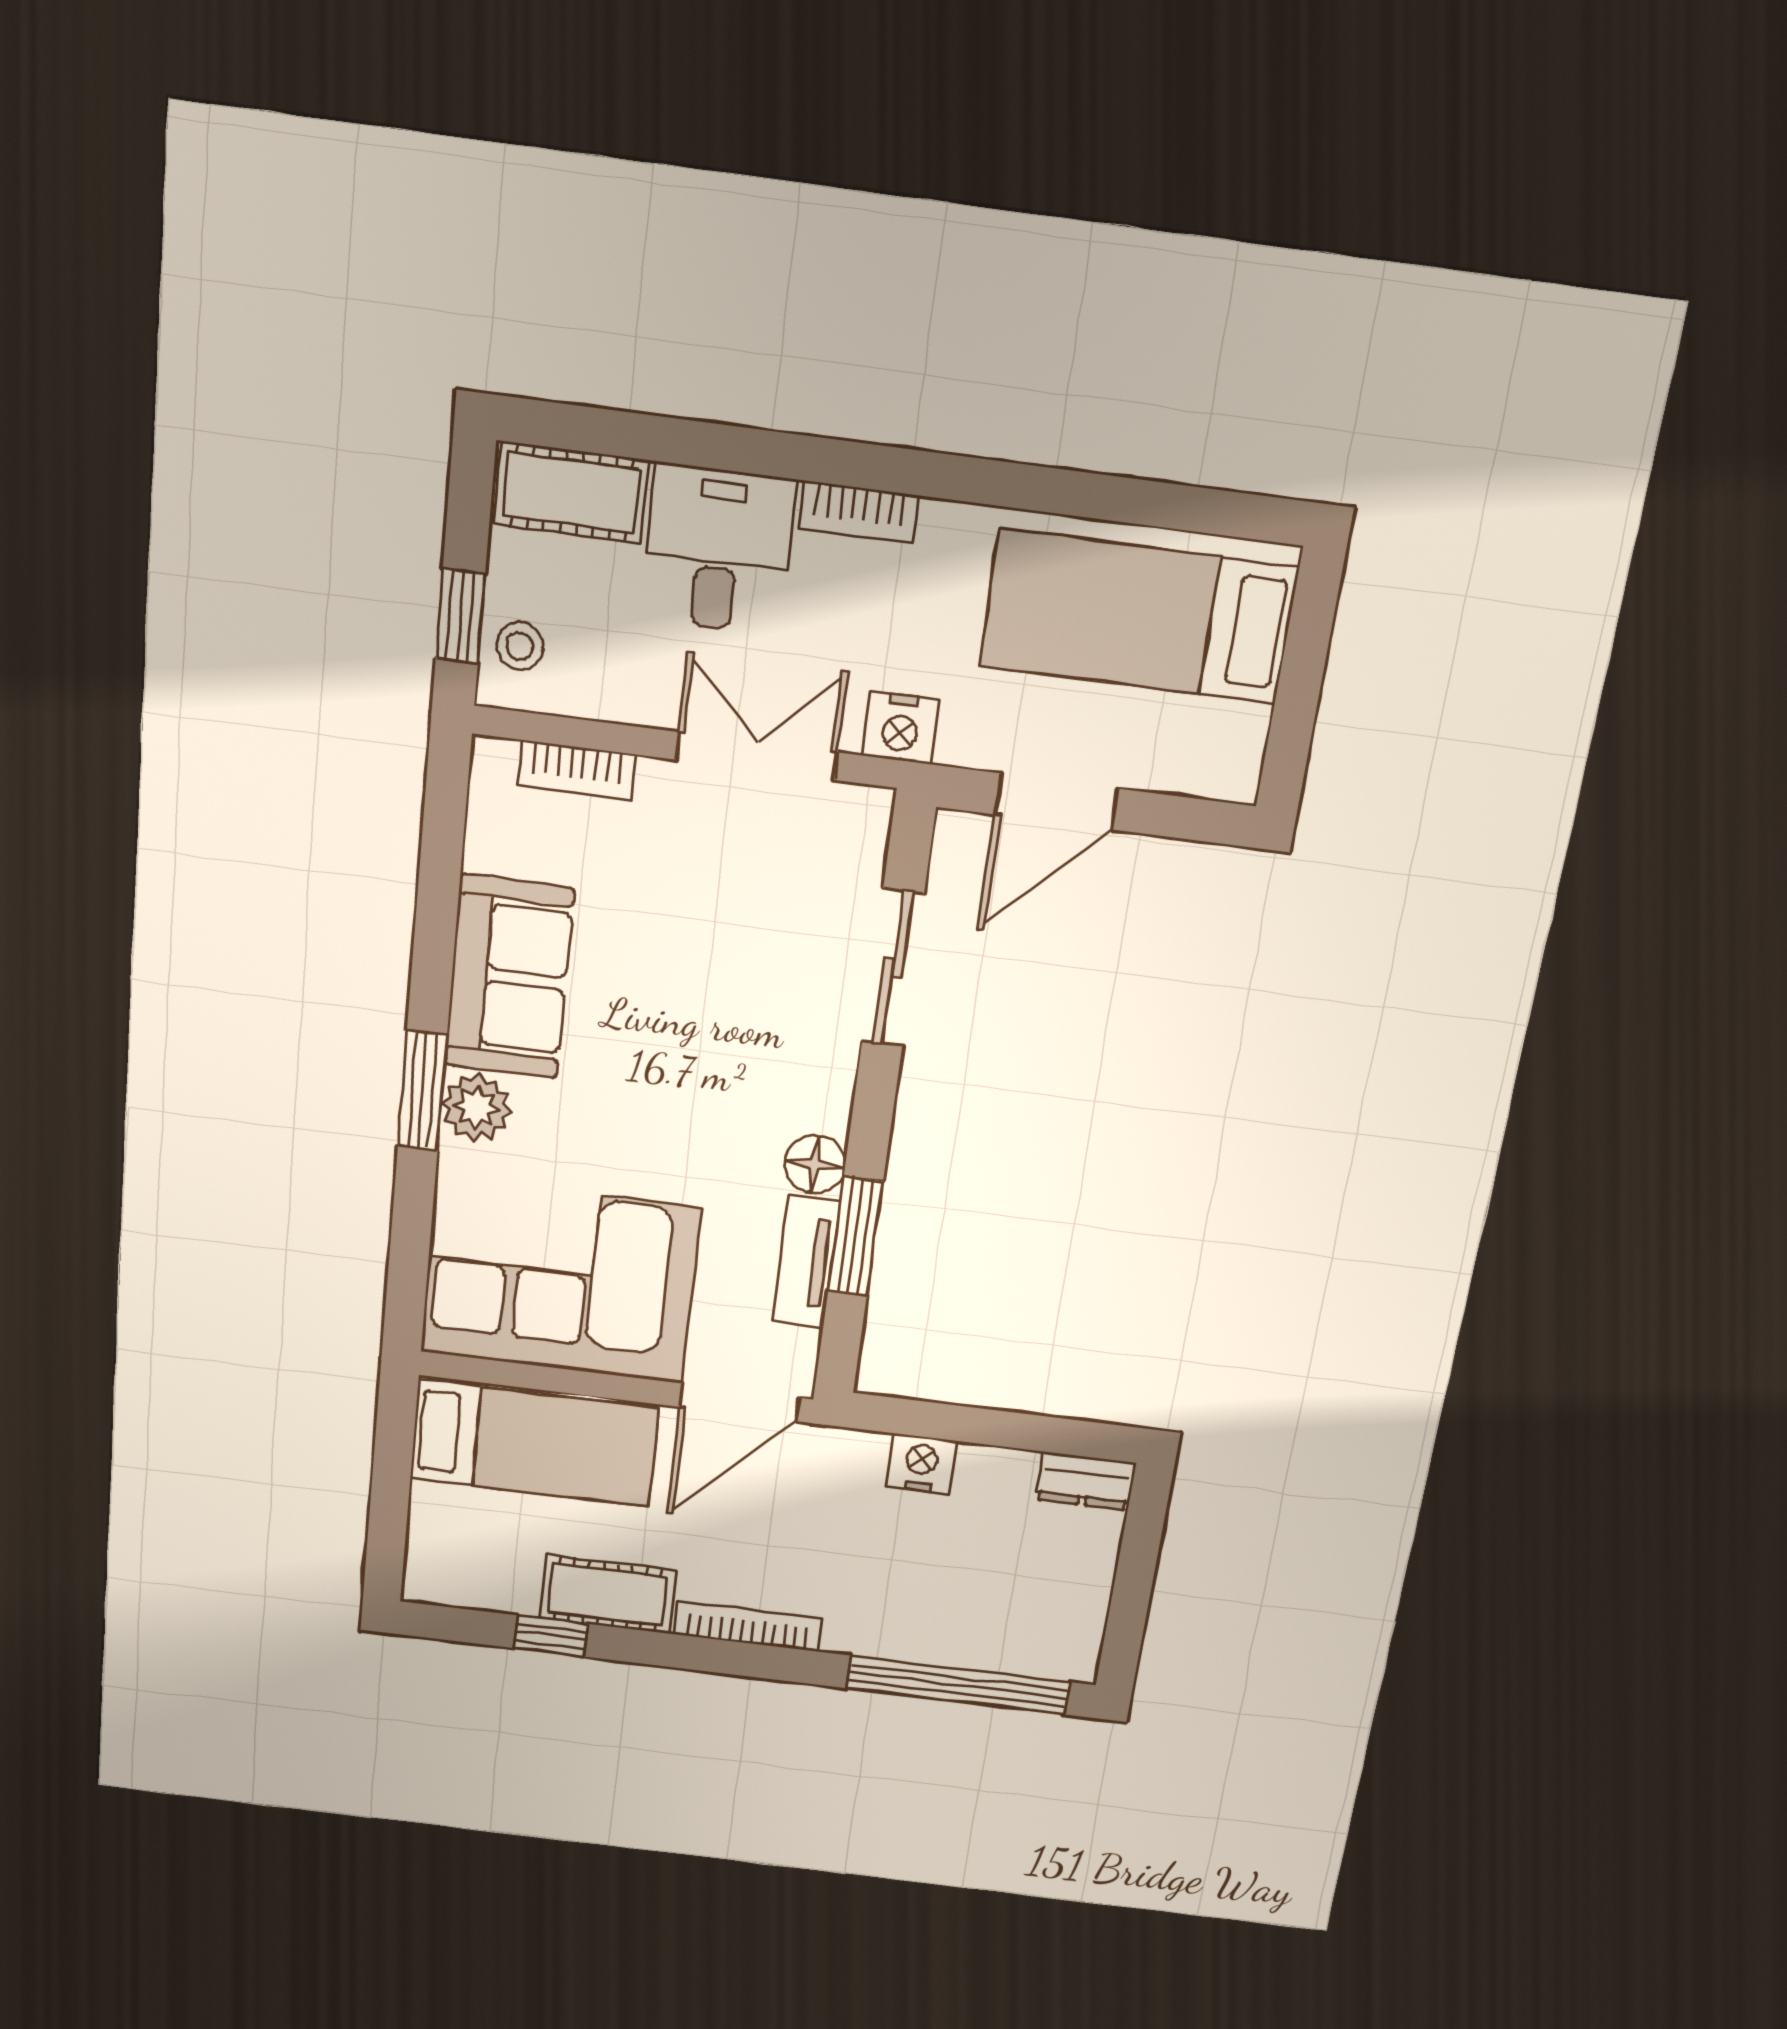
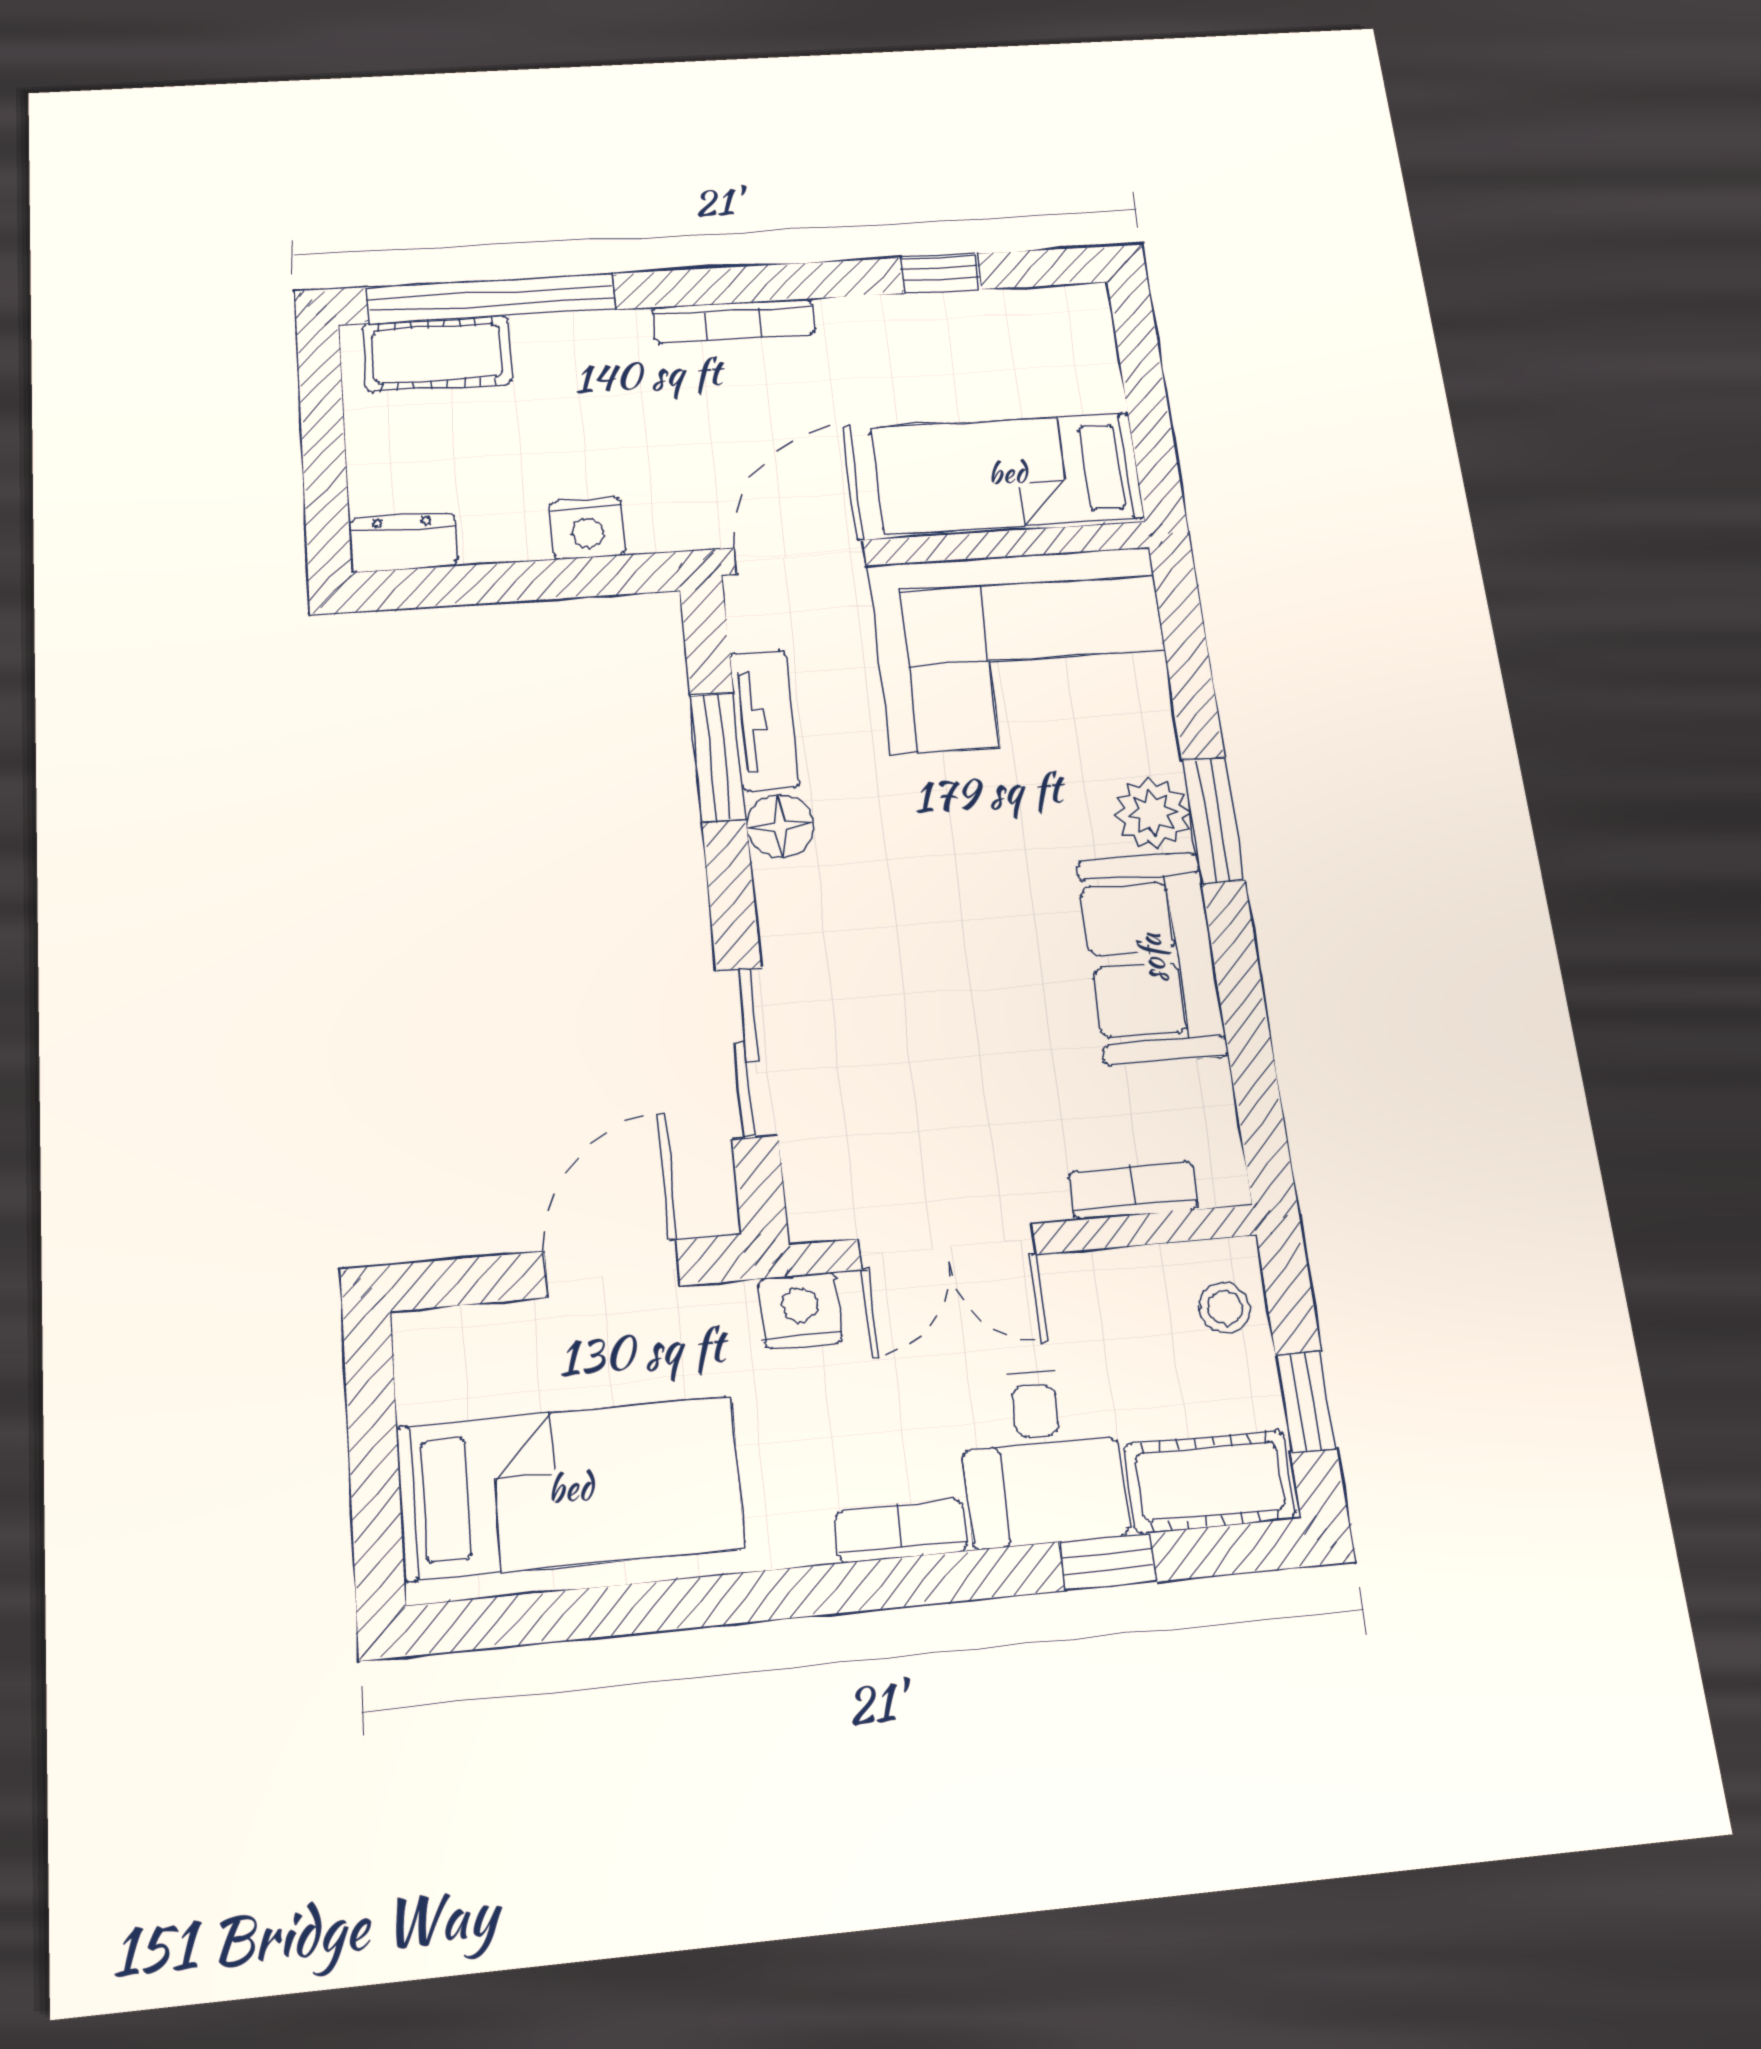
window: (681, 442) -> (1107, 1562), added
window: (460, 617) -> (1306, 1402), moved
cot: (608, 1595) -> (437, 354), moved

